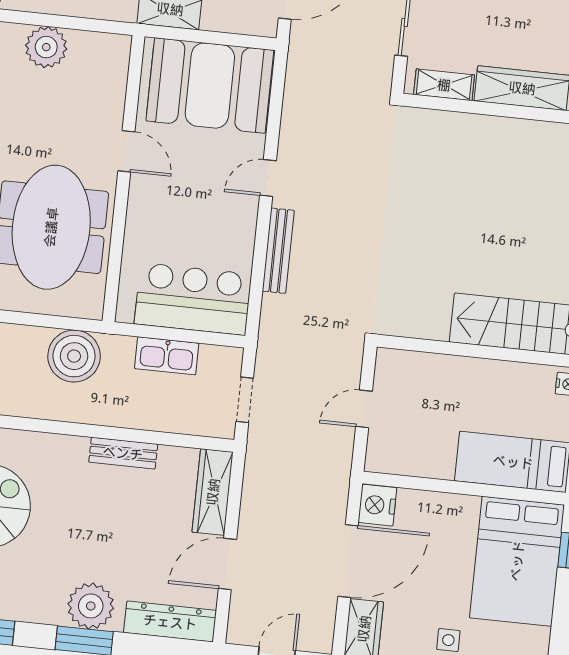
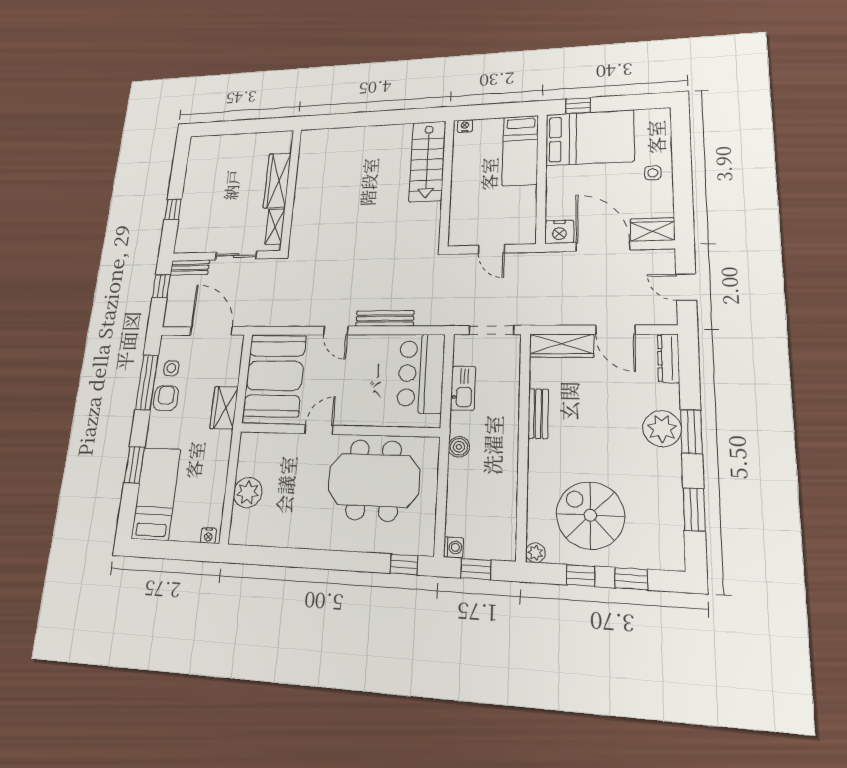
boiler: (74, 356) -> (459, 447), width x0.54, depth x0.54
doorway: (245, 400) -> (491, 330), width x1.38
dresser: (170, 622) -> (668, 358), width x0.73, depth x0.80

